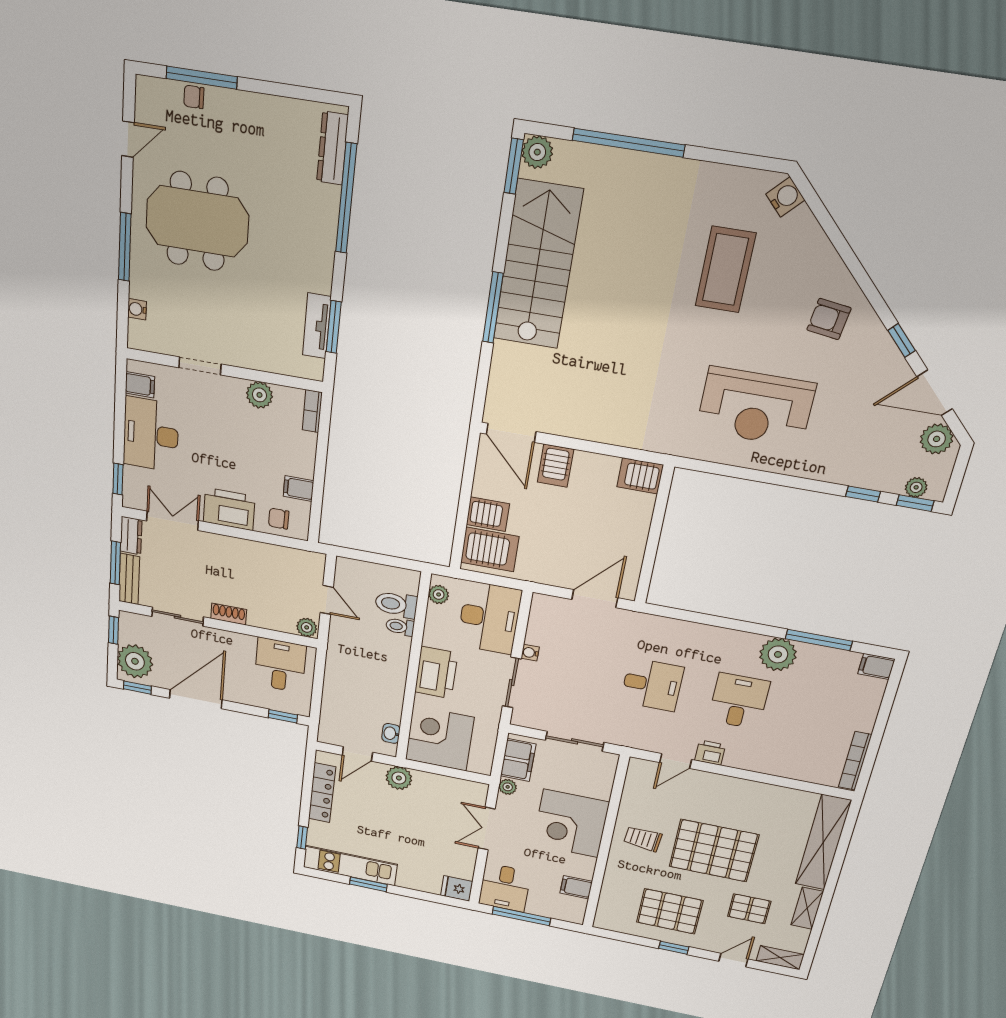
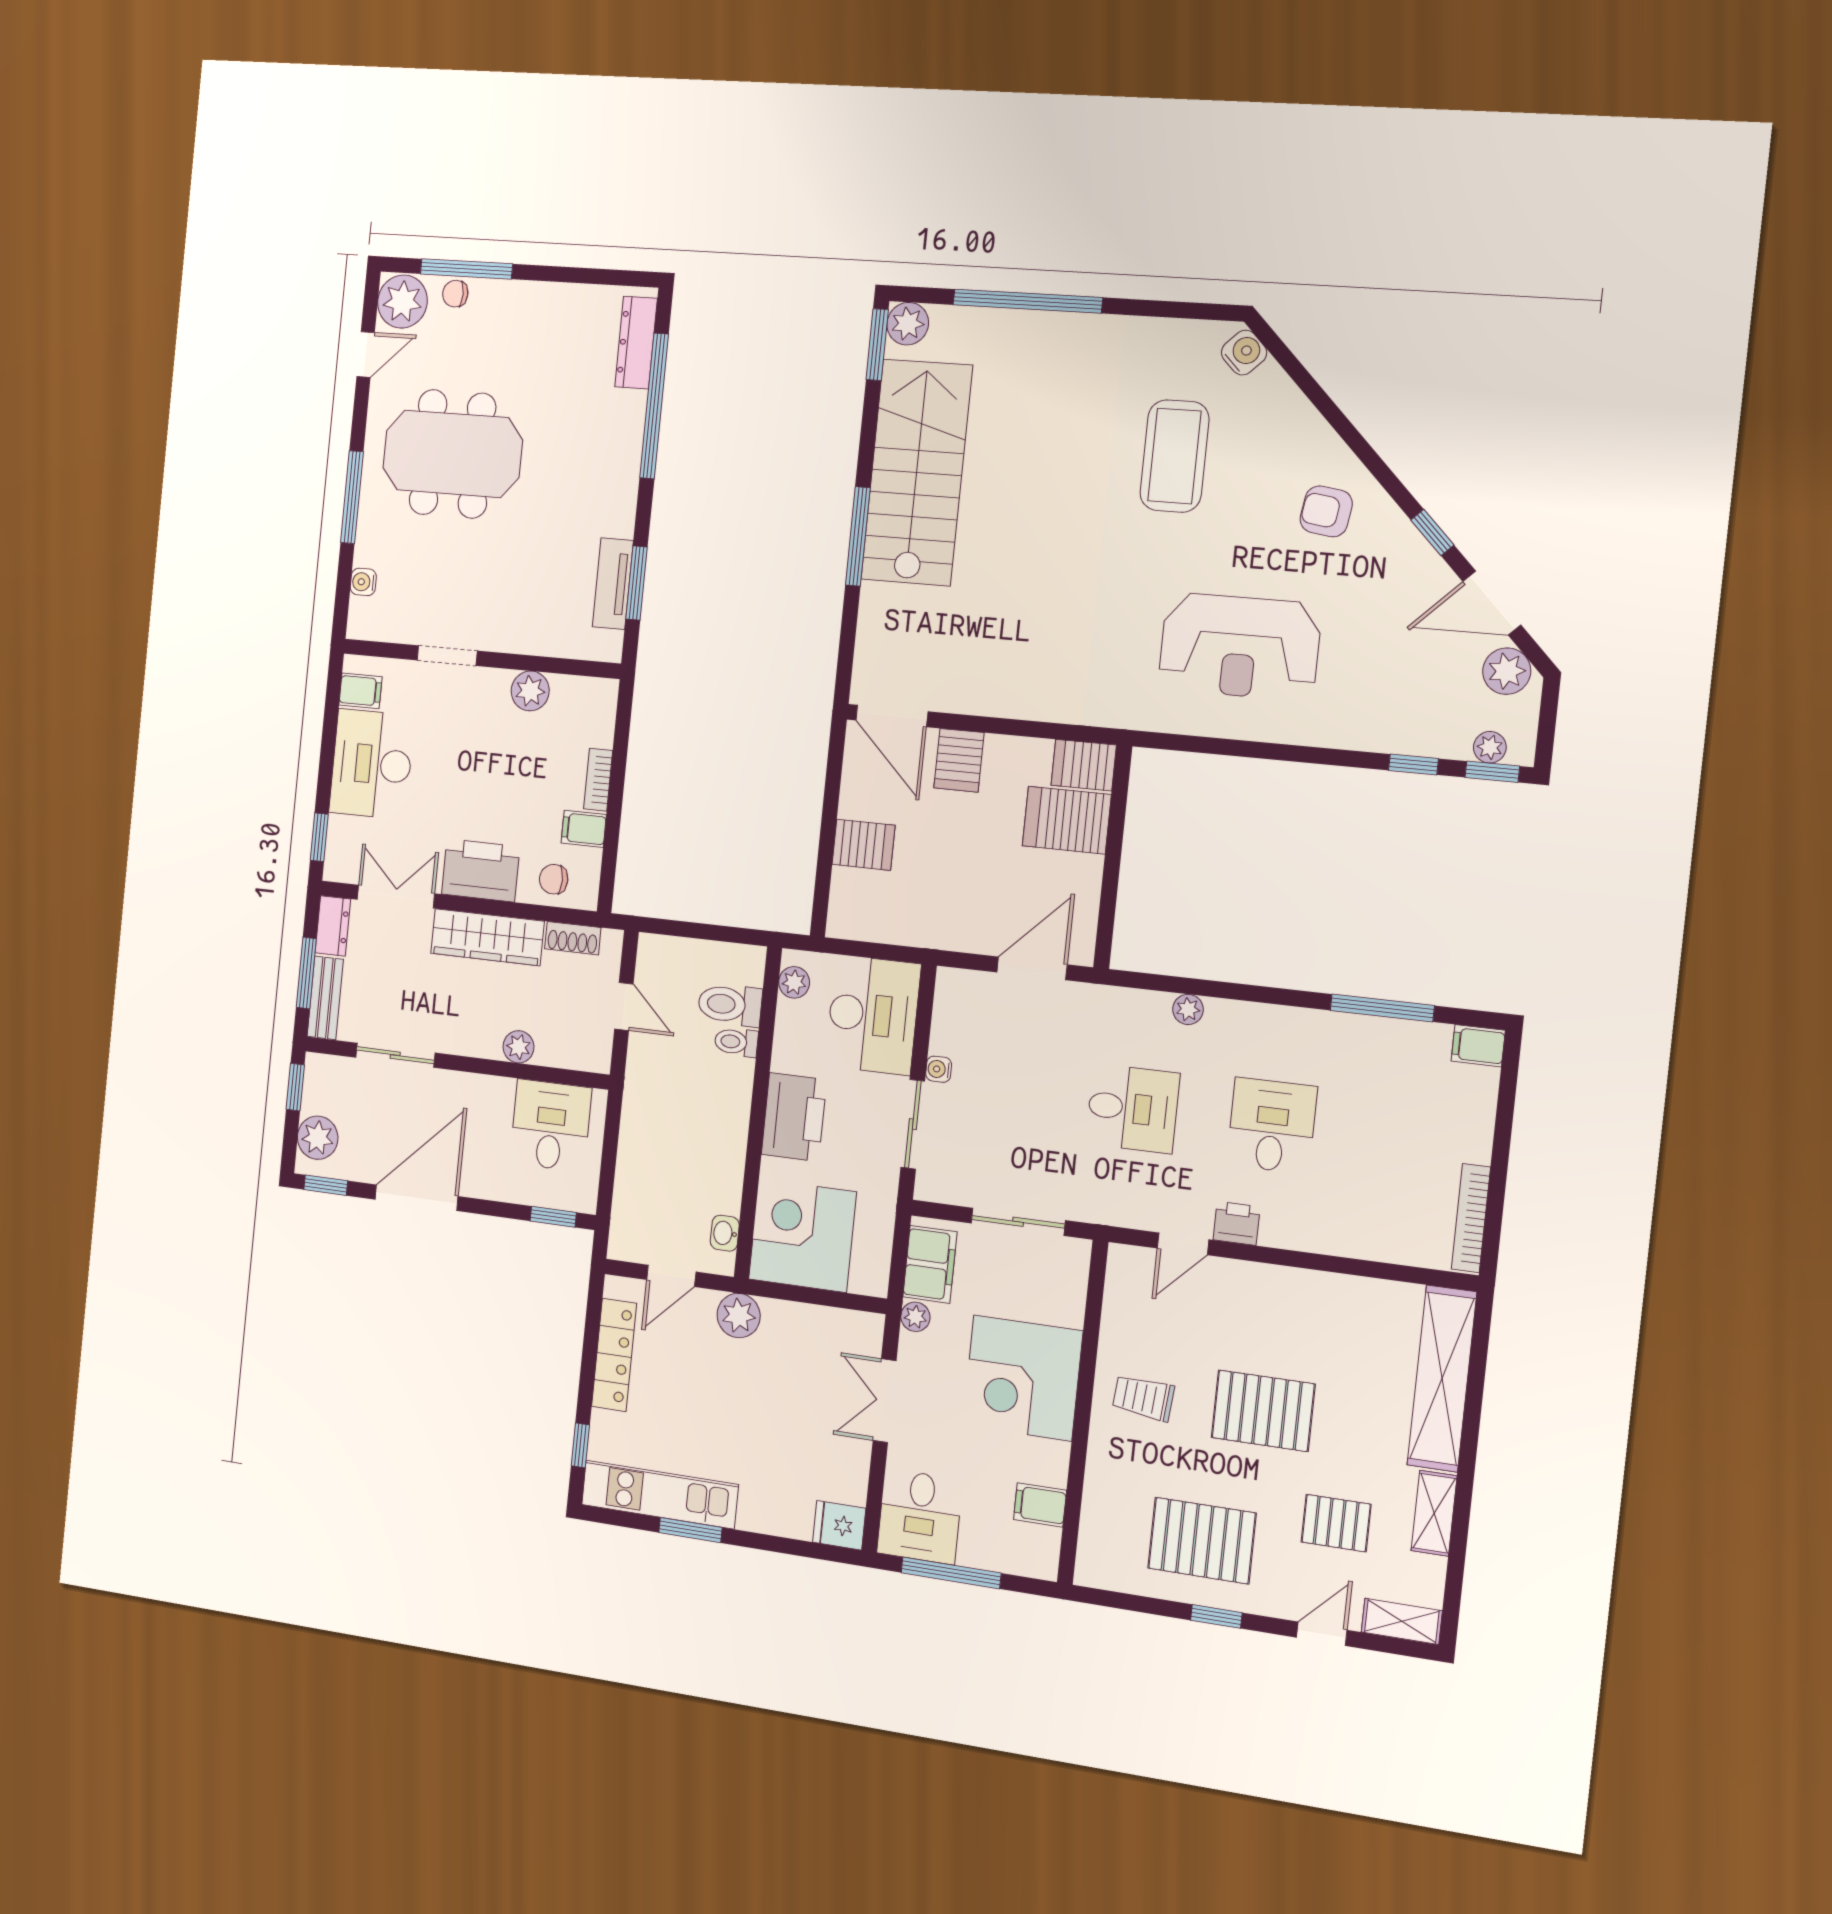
plant: (154, 100) -> (402, 302), added
bookcase: (312, 411) -> (598, 780), moved
server rack: (490, 549) -> (1067, 820), moved, turned 180
wardrobe: (235, 551) -> (487, 937), added
shoe rack: (229, 614) -> (573, 938), moved, turned 180
plant: (307, 627) -> (518, 1047), moved
plant: (778, 654) -> (1188, 1009), moved, width x0.53, depth x0.53
plant: (135, 661) -> (318, 1138), width x0.73, depth x0.73
pallet: (714, 851) -> (1263, 1411), width x0.73, depth x0.71

